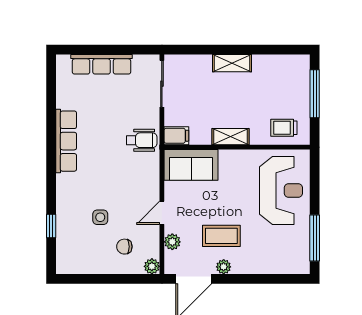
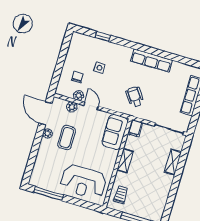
shelving: (232, 63) -> (173, 162), moved
wheelchair: (142, 140) -> (135, 97), moved, turned 144
plant: (152, 266) -> (79, 95), moved

